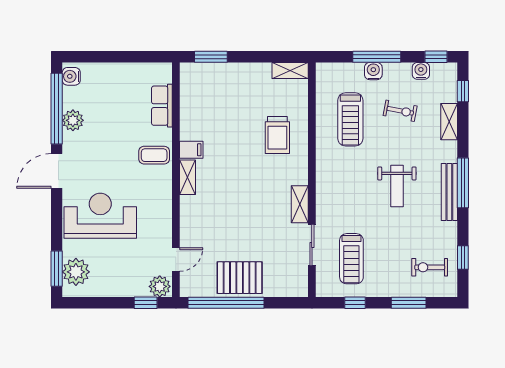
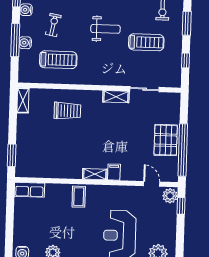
row of seats: (162, 106) -> (29, 190), moved
filing cabinet: (191, 150) -> (114, 172), moved
treadmill: (351, 259) -> (146, 42), moved

